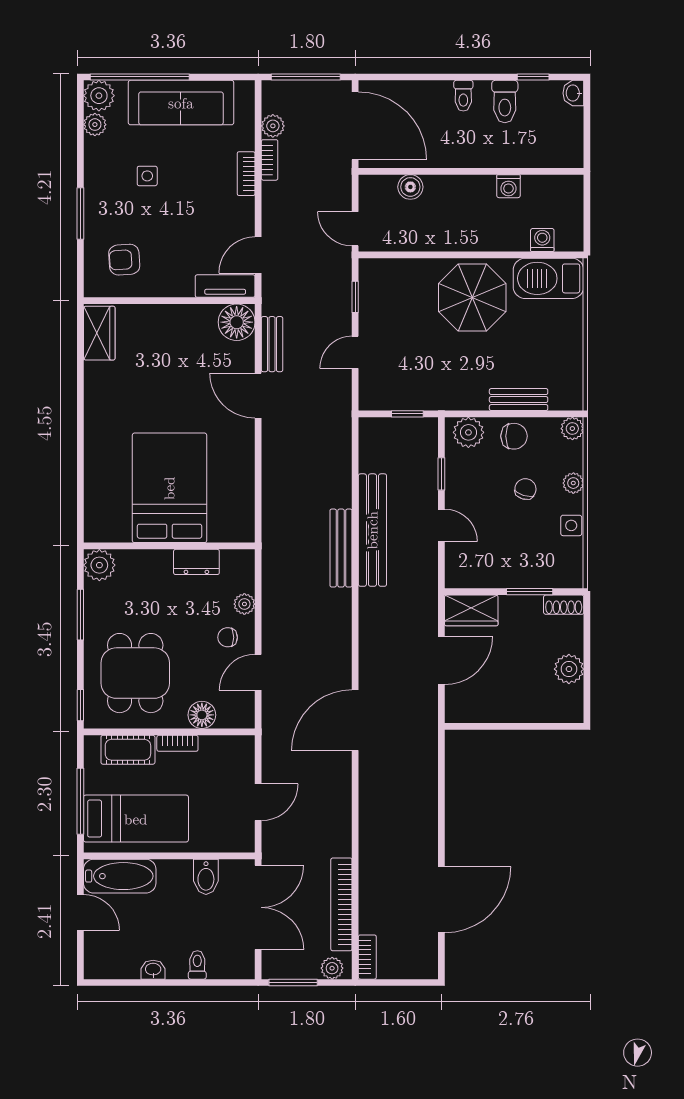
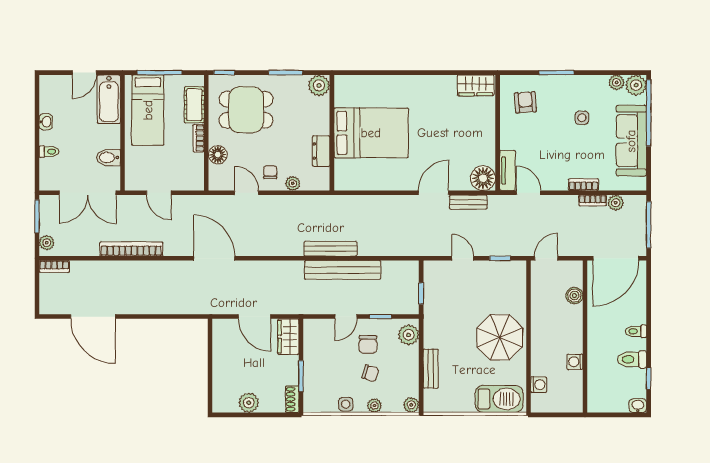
barbecue: (549, 278) -> (499, 399), moved, turned 90
chair: (514, 436) -> (368, 344), moved
bookcase: (341, 904) -> (131, 249), moved

